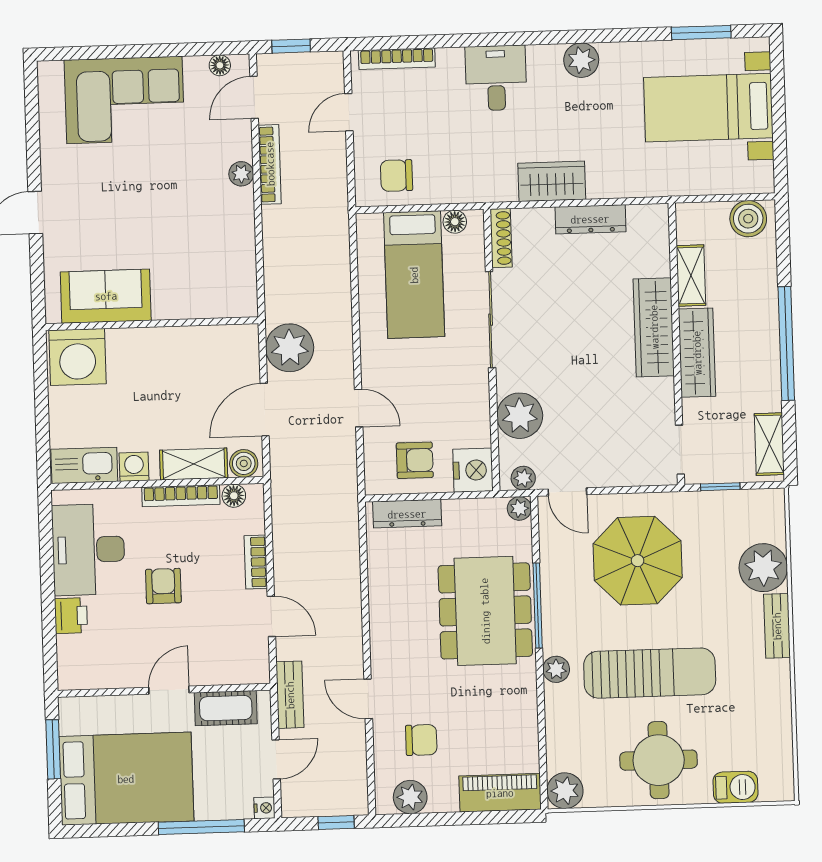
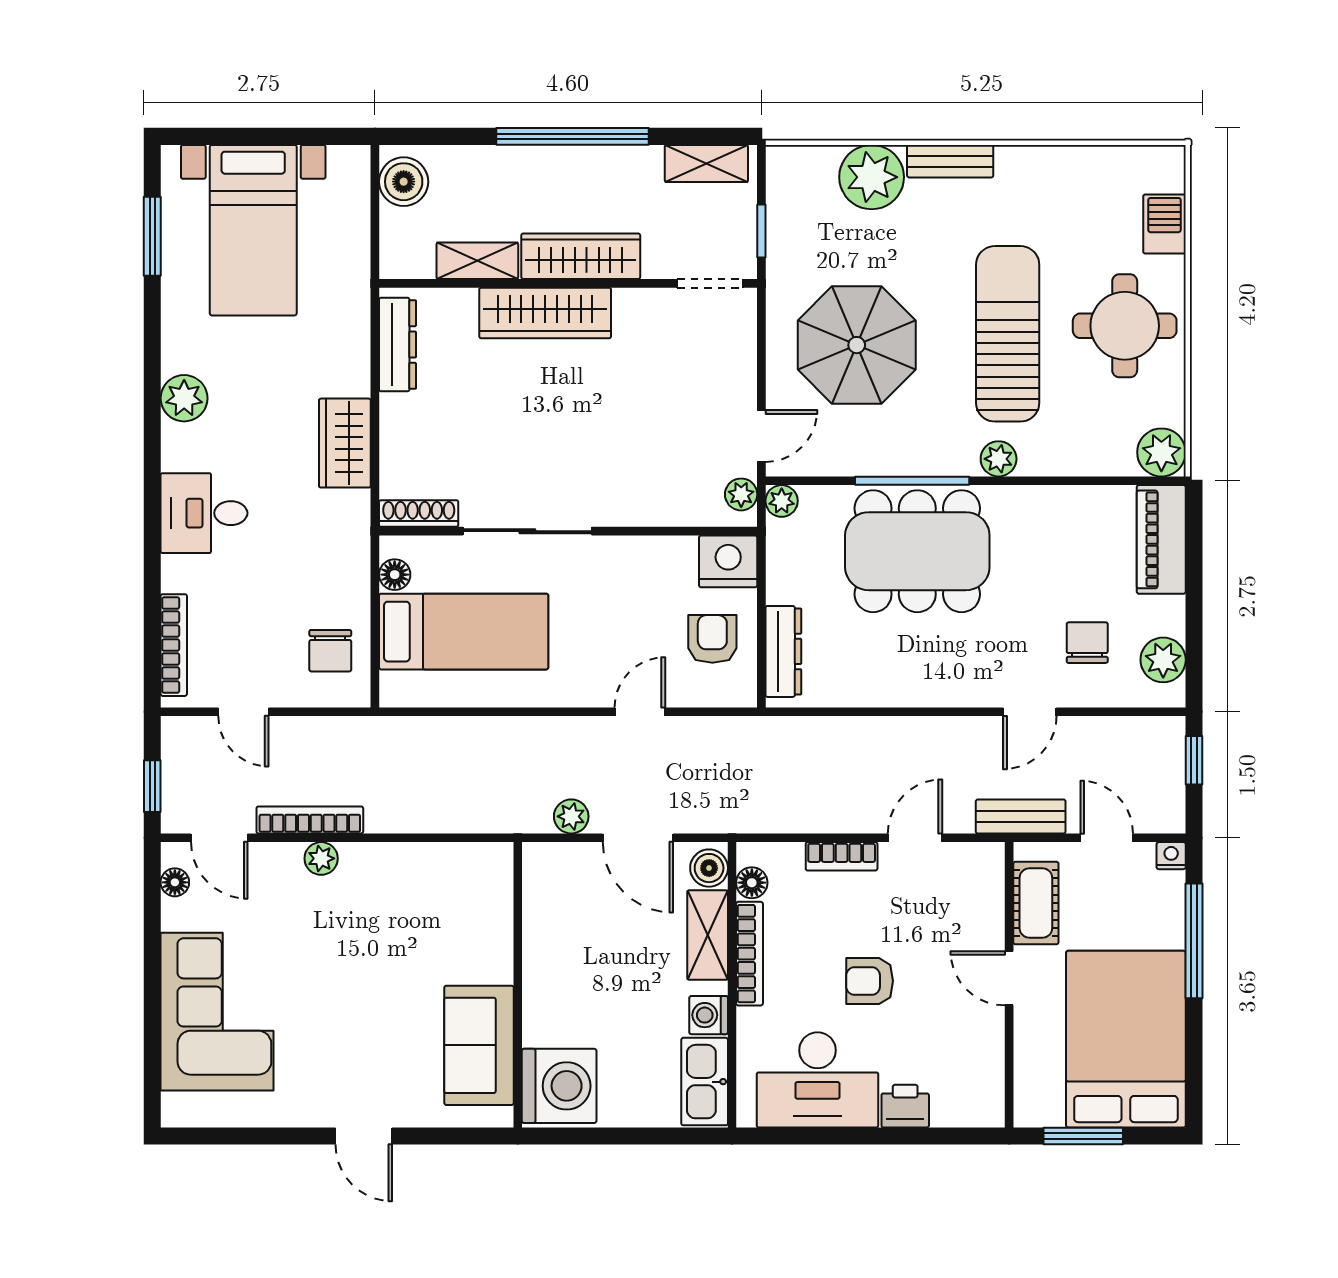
dresser: (590, 219) -> (398, 345), moved
plant: (290, 348) -> (571, 816), width x0.53, depth x0.53
plant: (520, 416) -> (657, 496), removed

